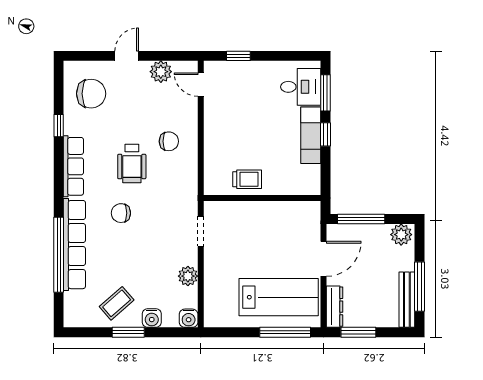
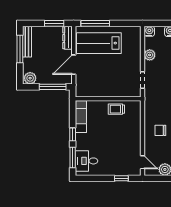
exam couch: (311, 135) -> (81, 117), moved

